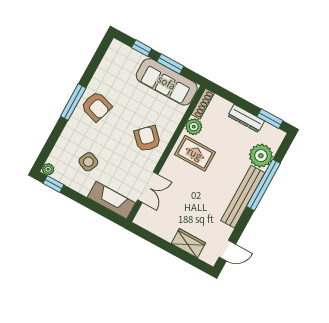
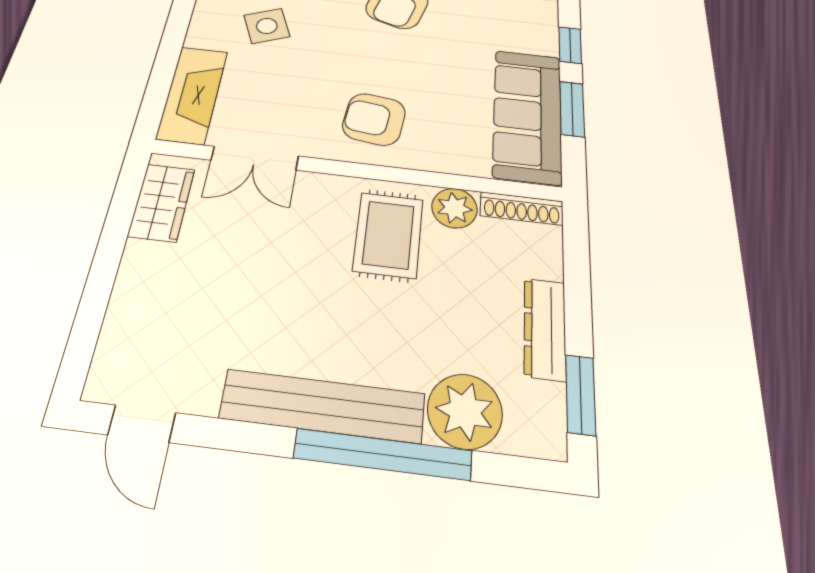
armchair: (147, 139) -> (374, 119), turned -129
side table: (88, 162) -> (267, 26), turned 45
wardrobe: (188, 243) -> (162, 202), moved

